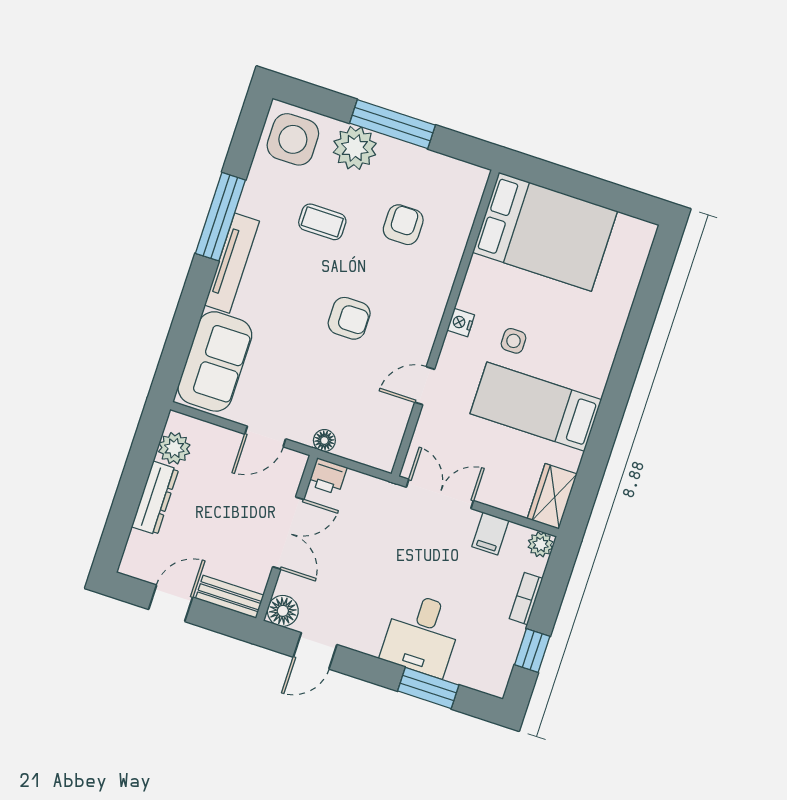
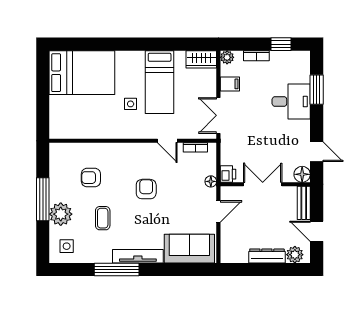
side table: (293, 139) -> (67, 246), width x0.54, depth x0.54
bed: (545, 232) -> (82, 73), moved, turned 90
nightstand: (461, 323) -> (130, 133), removed
bookcase: (396, 433) -> (195, 147), added
door: (265, 436) -> (218, 211), hinge flipped
plant: (174, 448) -> (295, 255), moved

